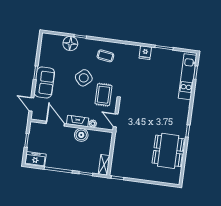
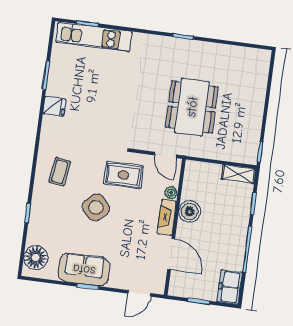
floor lamp: (70, 44) -> (36, 258), moved
sofa: (44, 82) -> (84, 270), moved
door: (116, 120) -> (166, 155), hinge flipped
door: (55, 124) -> (171, 254), swing flipped
dining table: (168, 151) -> (192, 107), moved, turned 90

